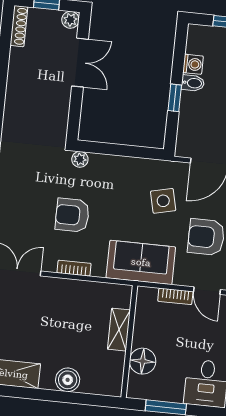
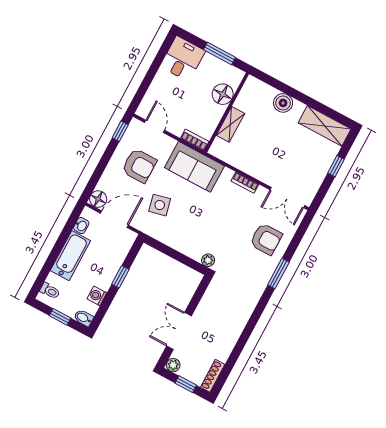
bidet: (193, 83) -> (84, 318), moved
armchair: (72, 215) -> (266, 239), moved
bookcase: (175, 296) -> (195, 140), moved

